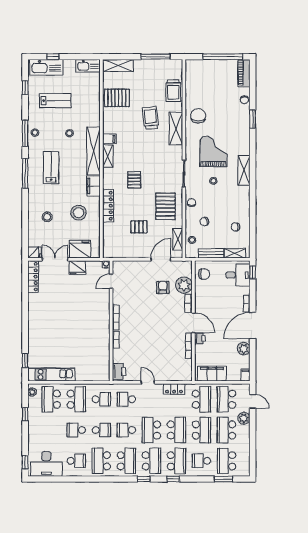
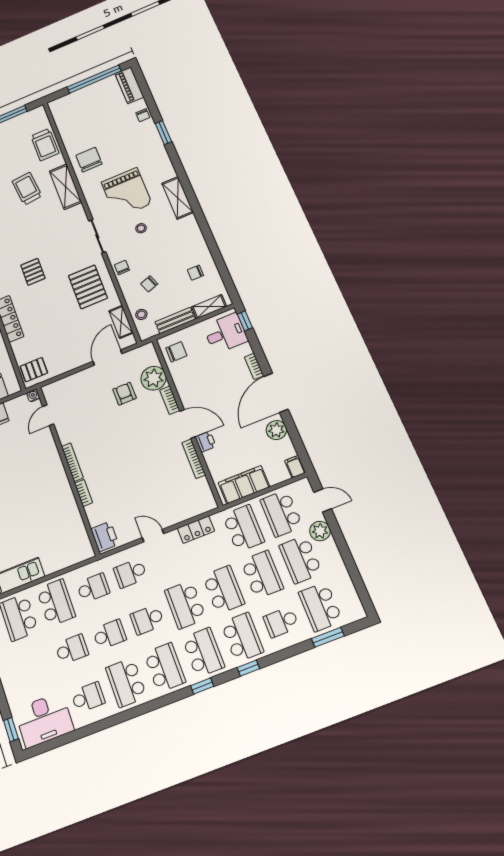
grand piano: (213, 152) -> (126, 193), turned 180
pallet: (139, 227) -> (34, 370), moved
school desk: (76, 430) -> (72, 649), turned 180

